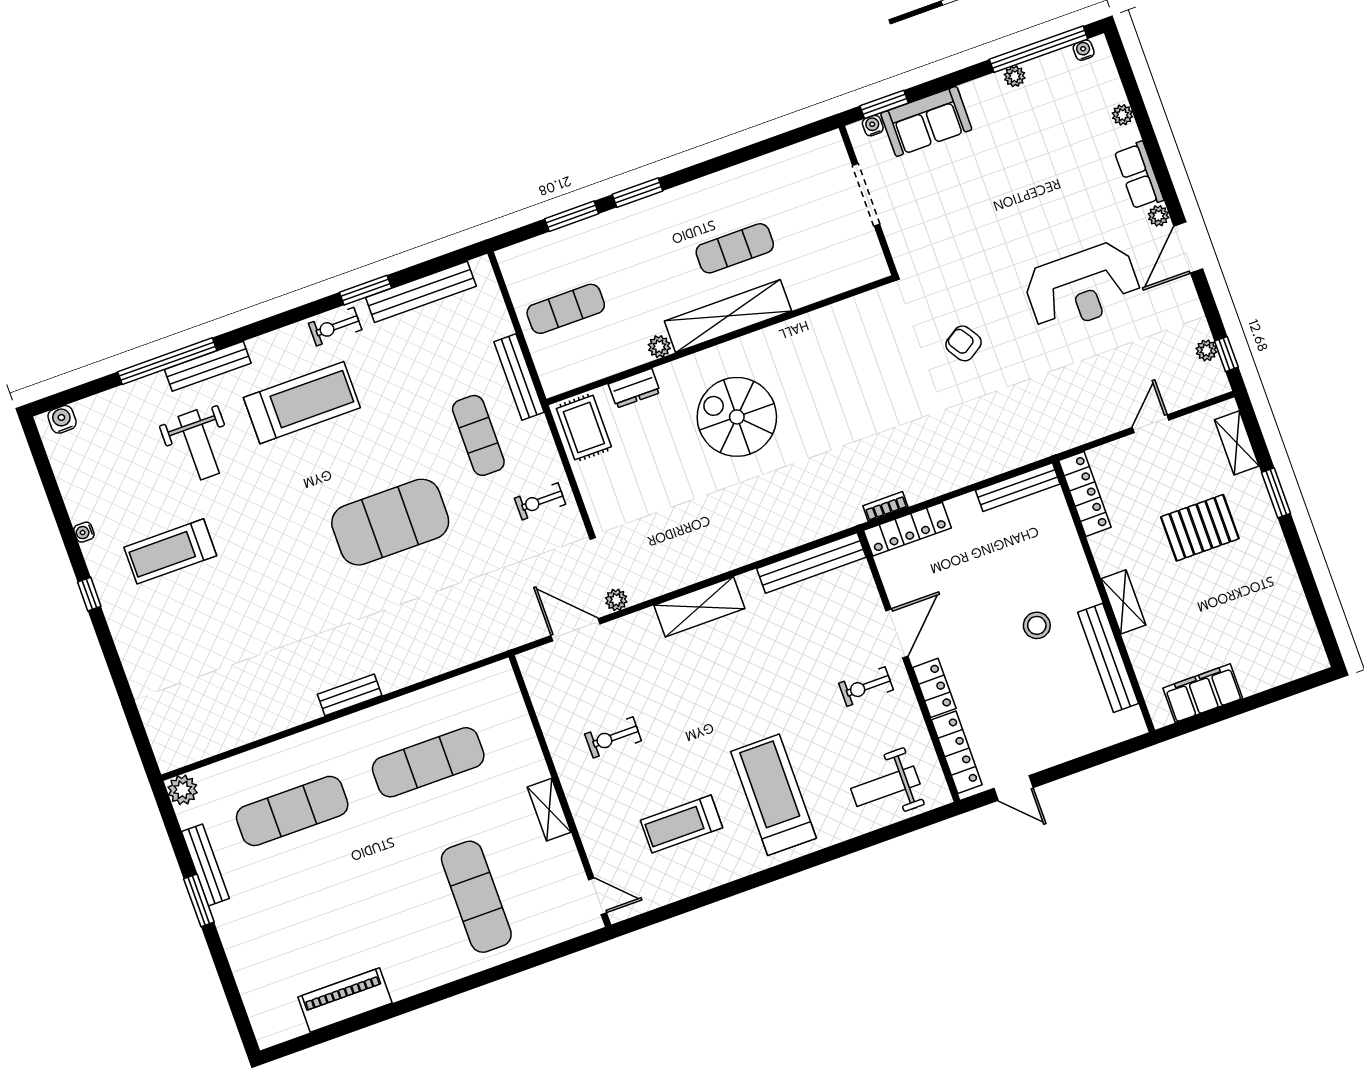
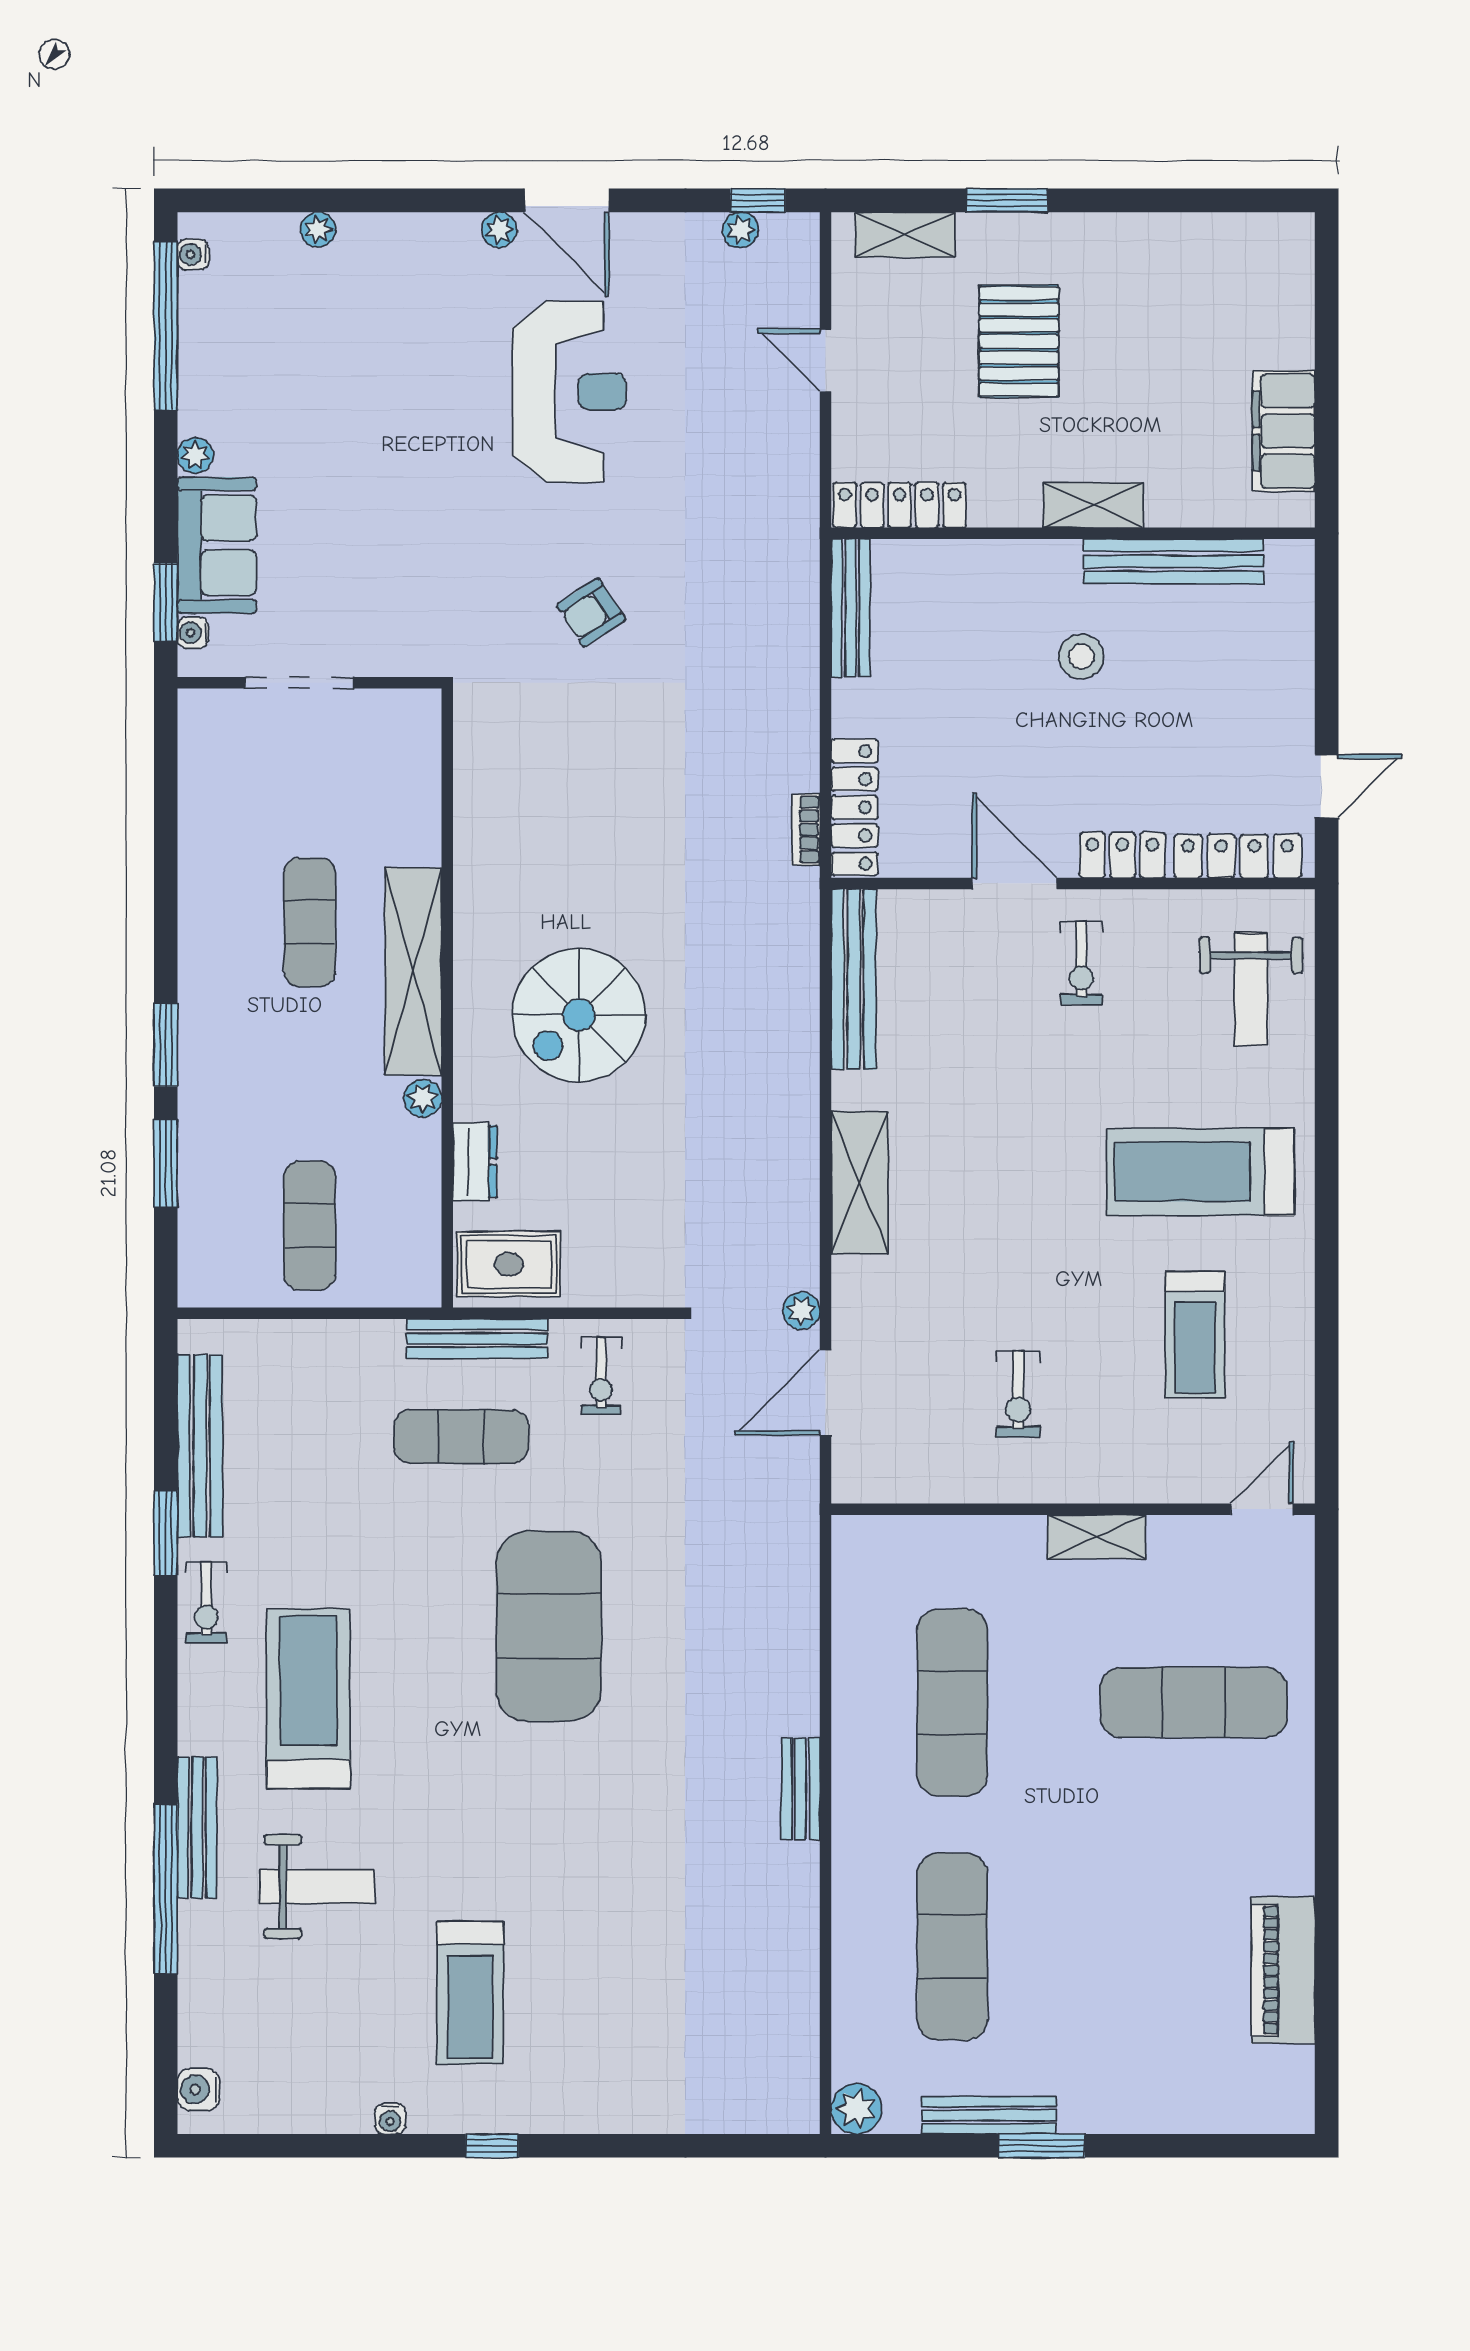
plant: (1015, 76) -> (195, 455), moved
row of seats: (1139, 176) -> (424, 238), removed
bench: (519, 377) -> (477, 1339), moved

